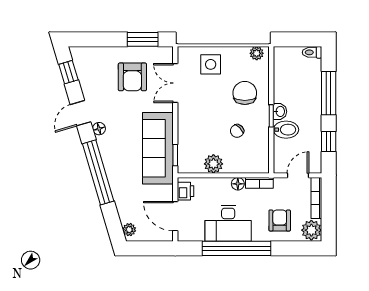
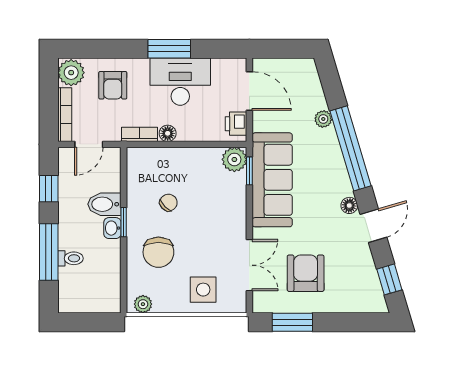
toilet: (312, 52) -> (70, 258), moved
plant: (213, 164) -> (234, 159), moved
plant: (129, 230) -> (323, 119), moved
window: (236, 248) -> (169, 49), width x0.47

